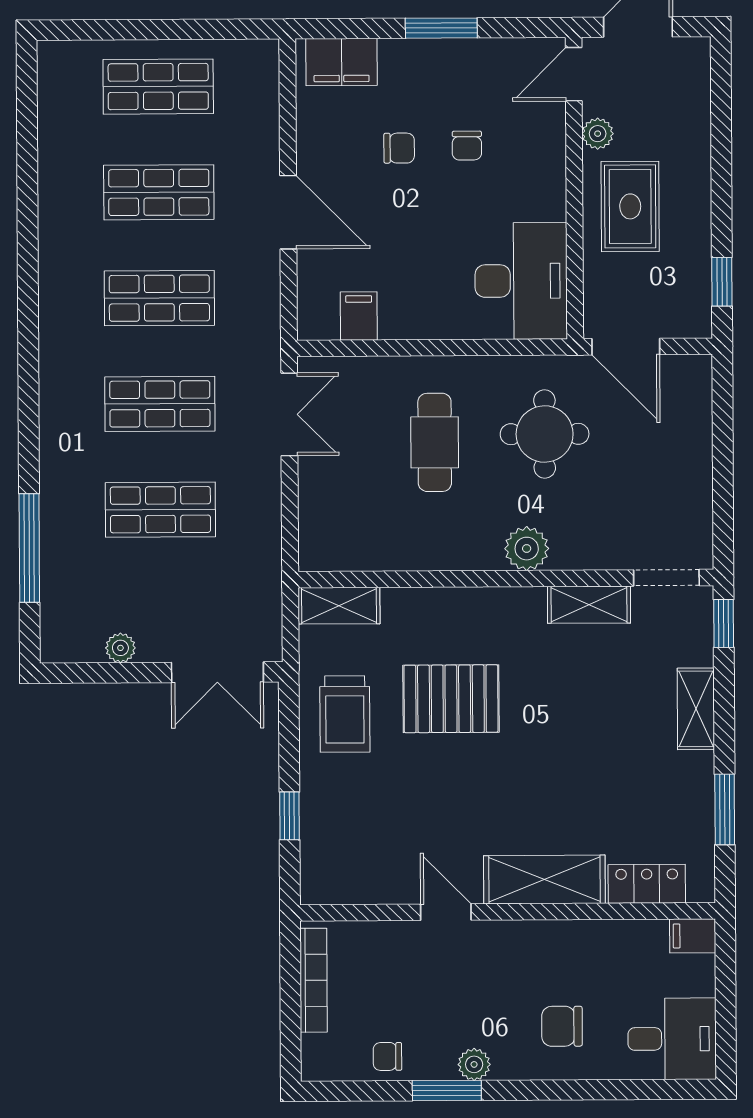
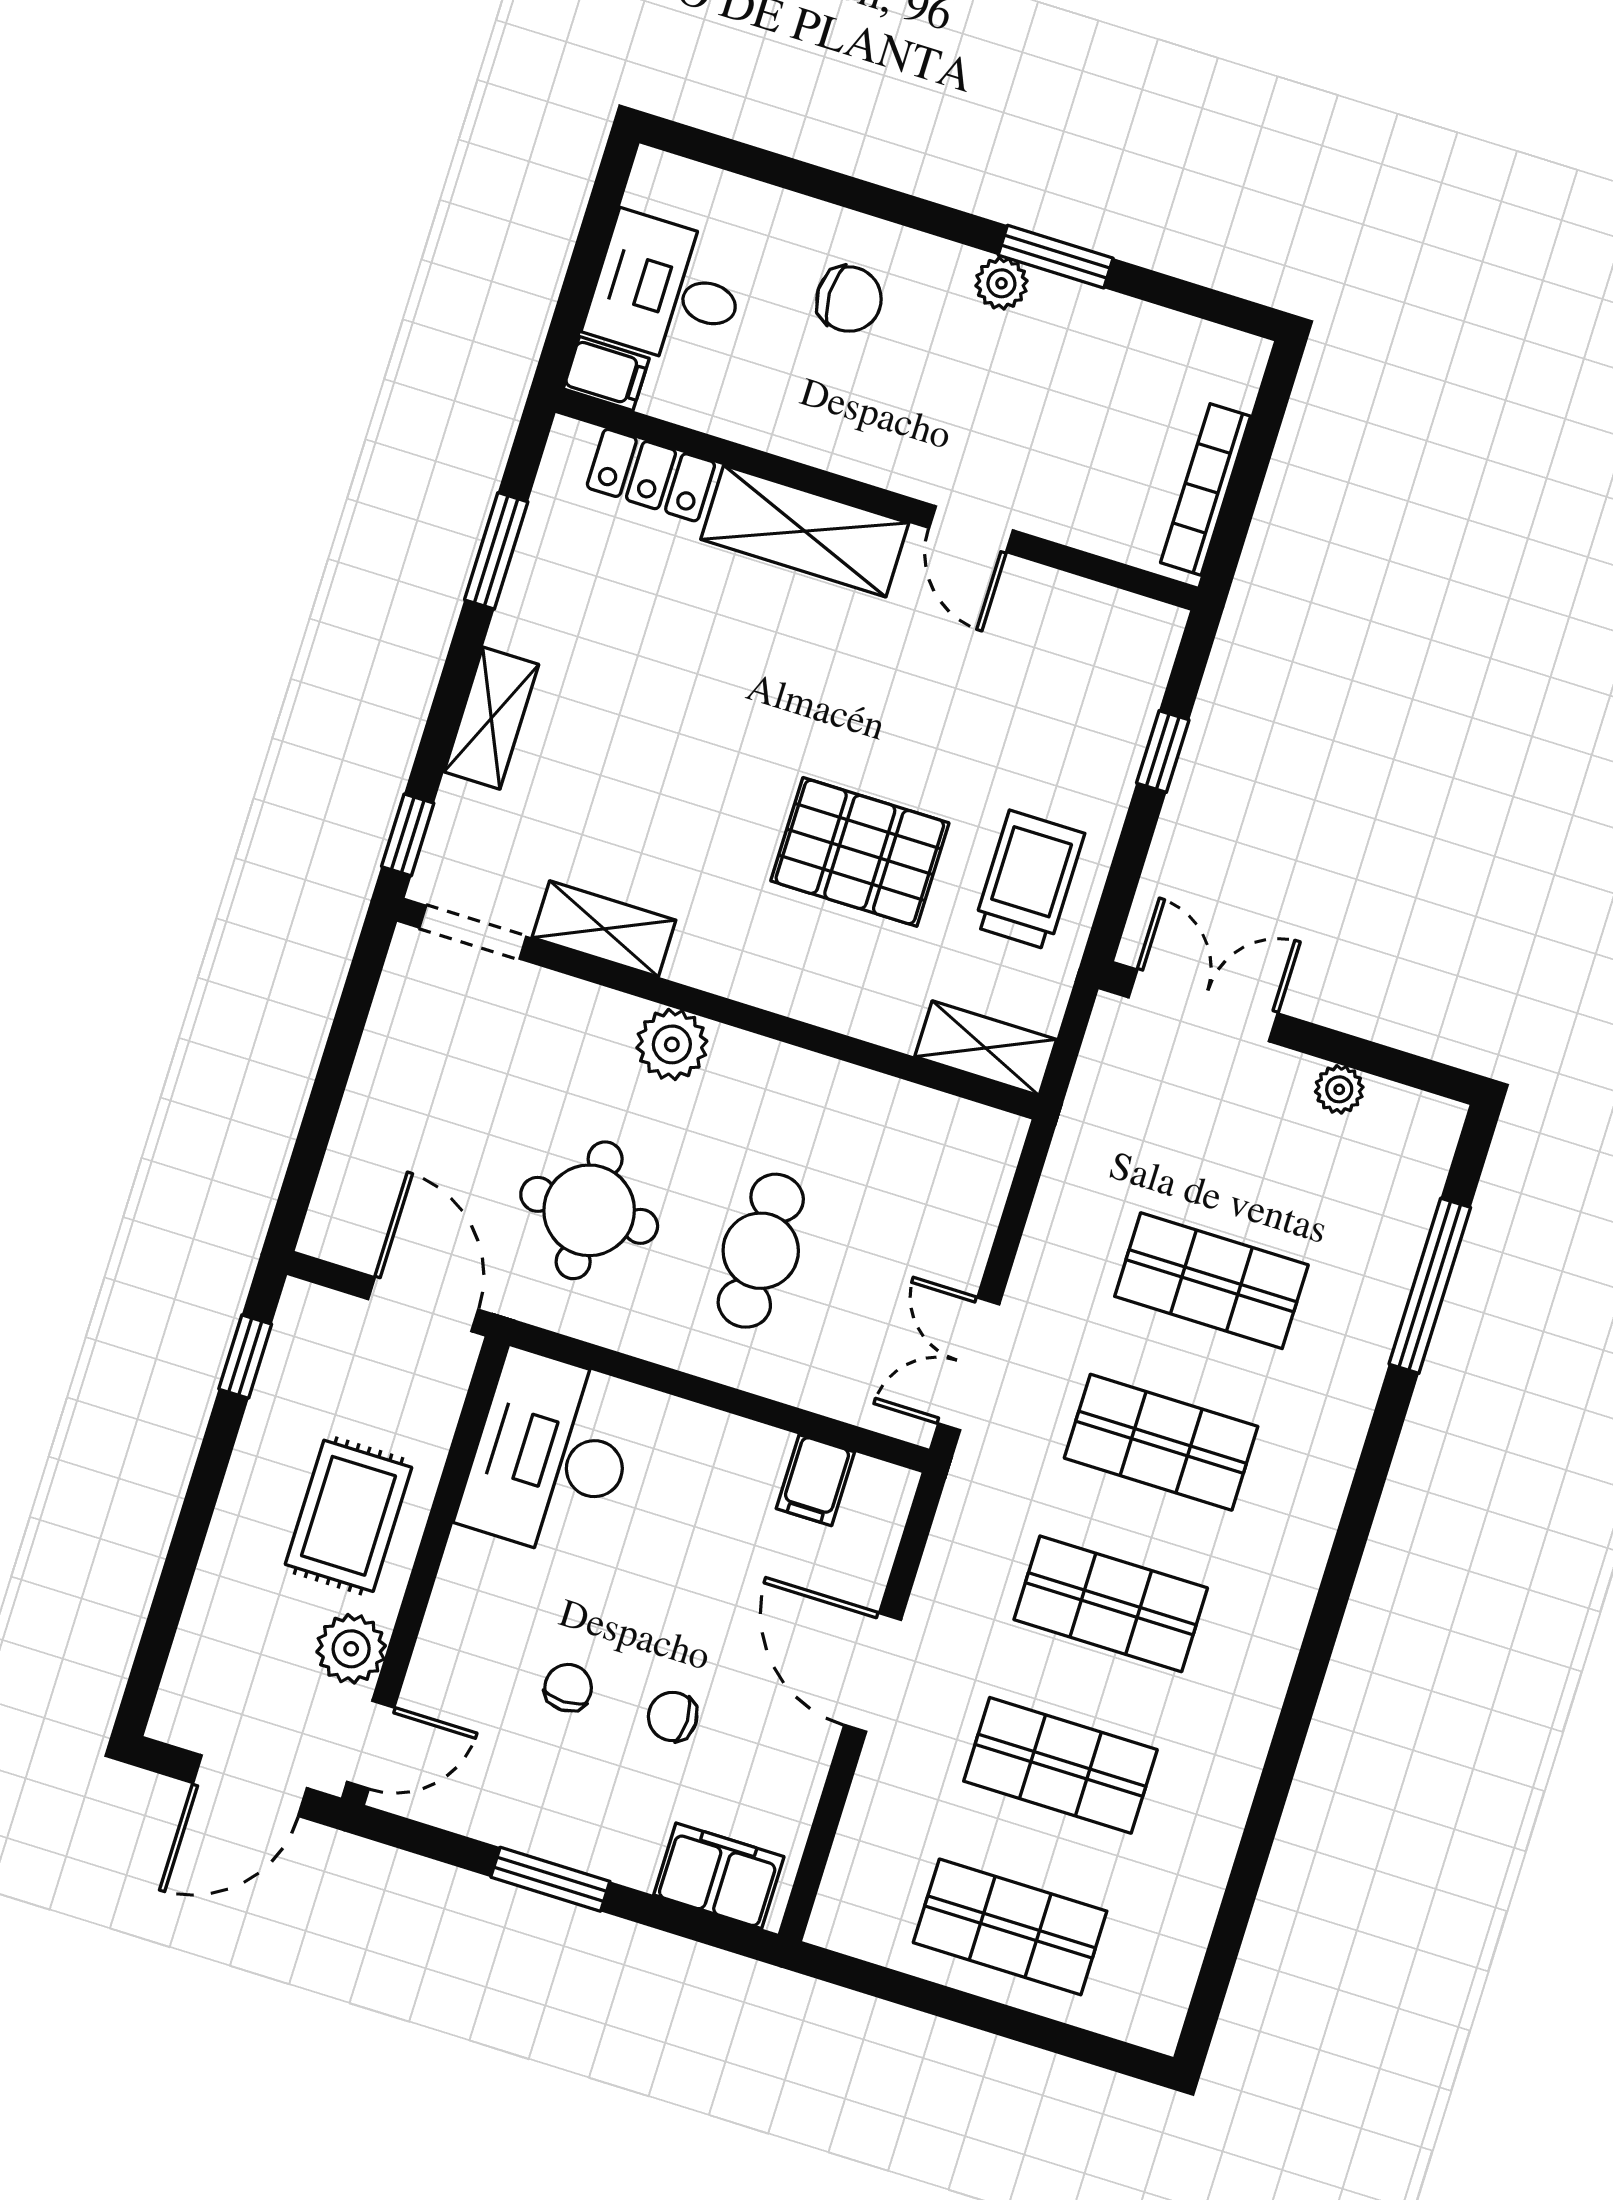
plant: (598, 134) -> (351, 1649), width x1.38, depth x1.38
desk: (672, 1039) -> (667, 290), moved
chair: (387, 1056) -> (1130, 337), removed

